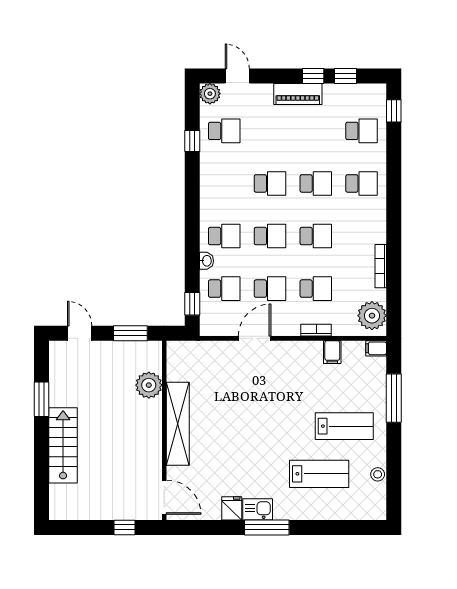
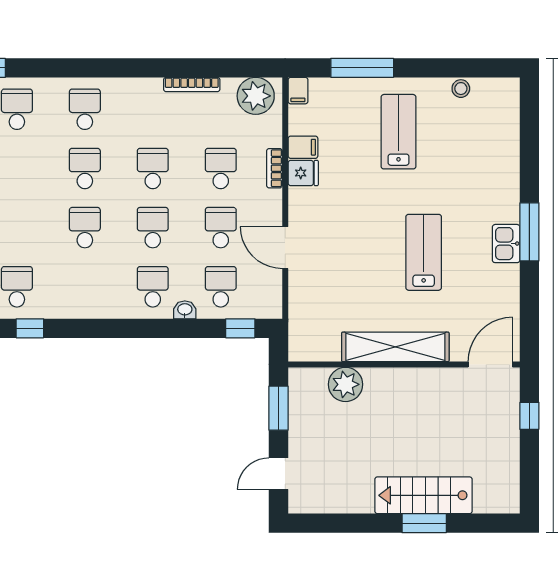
window: (41, 399) -> (424, 523), moved
lab bench: (319, 474) -> (424, 252), moved
fridge: (232, 508) -> (303, 173), moved, turned 180

